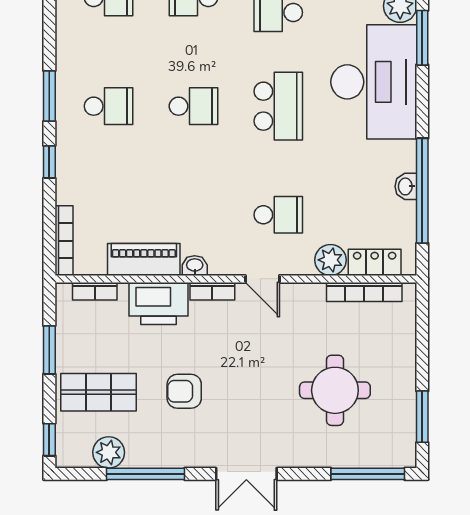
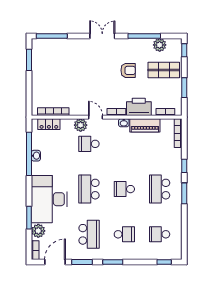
school desk: (109, 106) -> (160, 189), width x1.85
plant: (330, 260) -> (81, 125), moved
round table: (335, 390) -> (65, 71), removed

